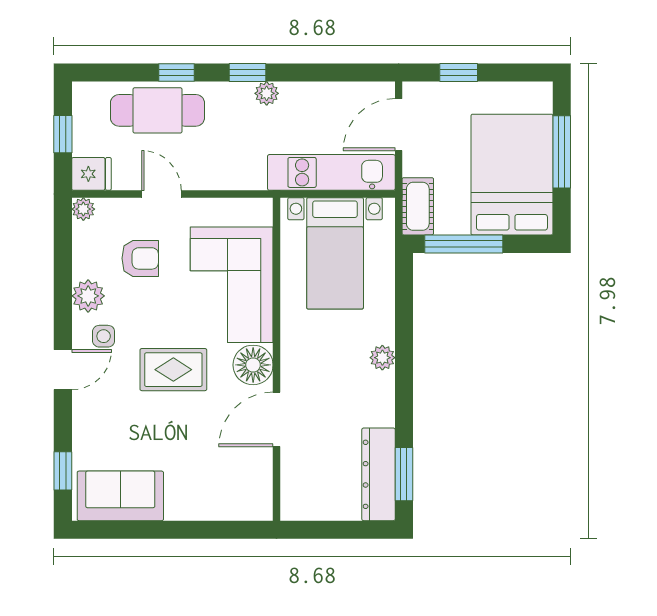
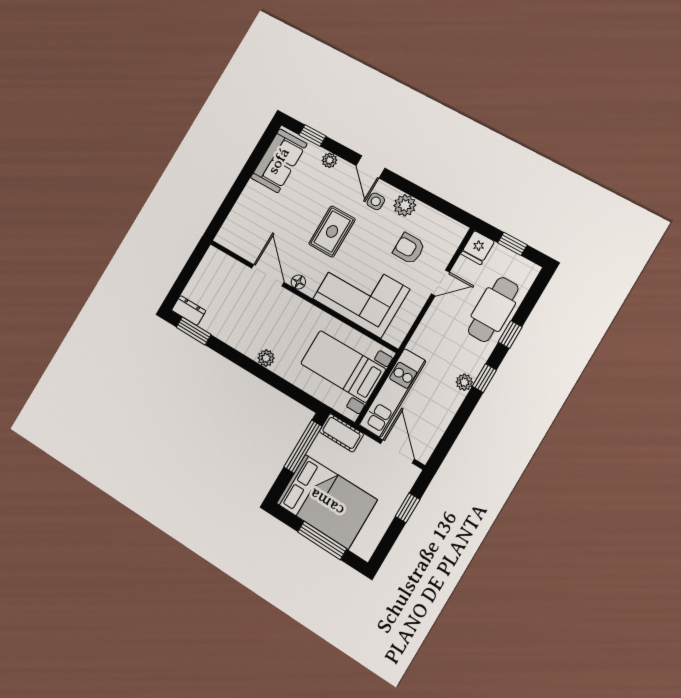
plant: (83, 209) -> (329, 160), moved
armchair: (140, 258) -> (409, 248), turned 90
floor lamp: (253, 365) -> (298, 282), width x0.53, depth x0.53
dresser: (378, 474) -> (189, 310), width x0.51, depth x0.80

